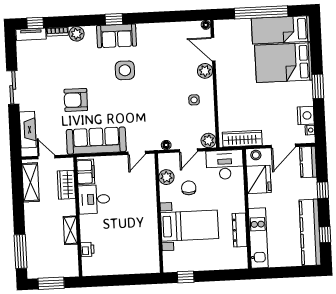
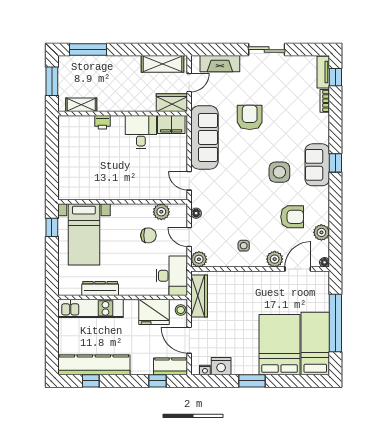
plant: (77, 34) -> (321, 232), moved
armchair: (165, 57) -> (292, 217), added
wardrobe: (66, 185) -> (172, 103), moved
window: (323, 190) -> (157, 381), moved
bed with nightstands: (190, 226) -> (84, 234), moved
shelving: (70, 230) -> (81, 105), moved
printer: (87, 249) -> (102, 122), moved

